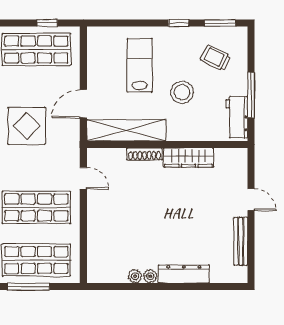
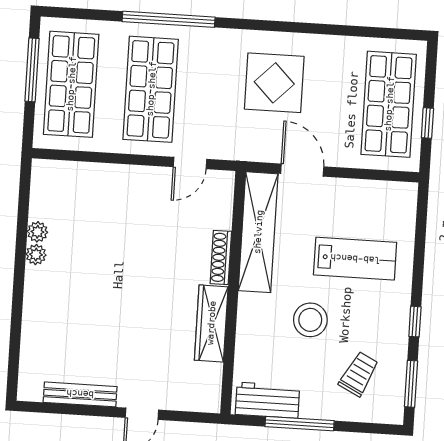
dresser: (184, 274) -> (36, 305), removed

